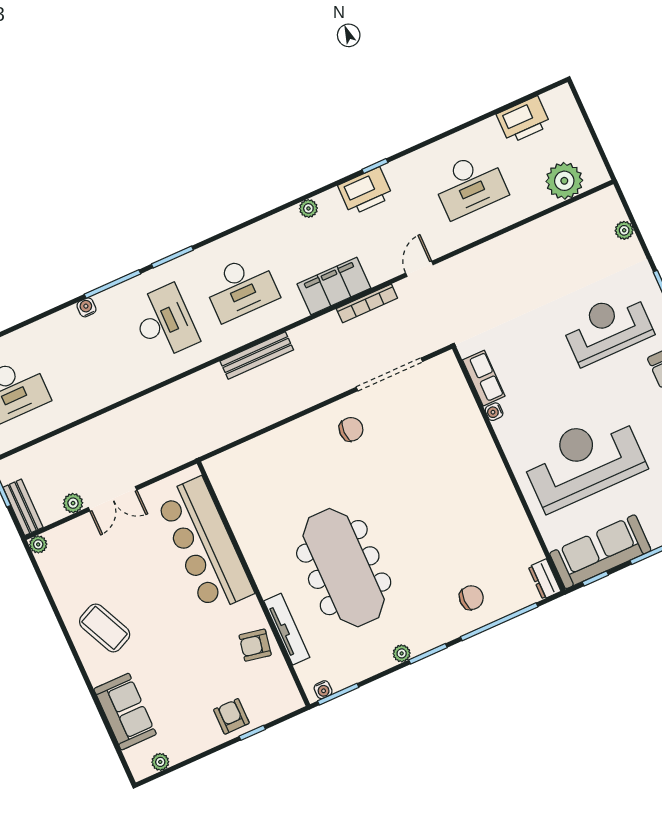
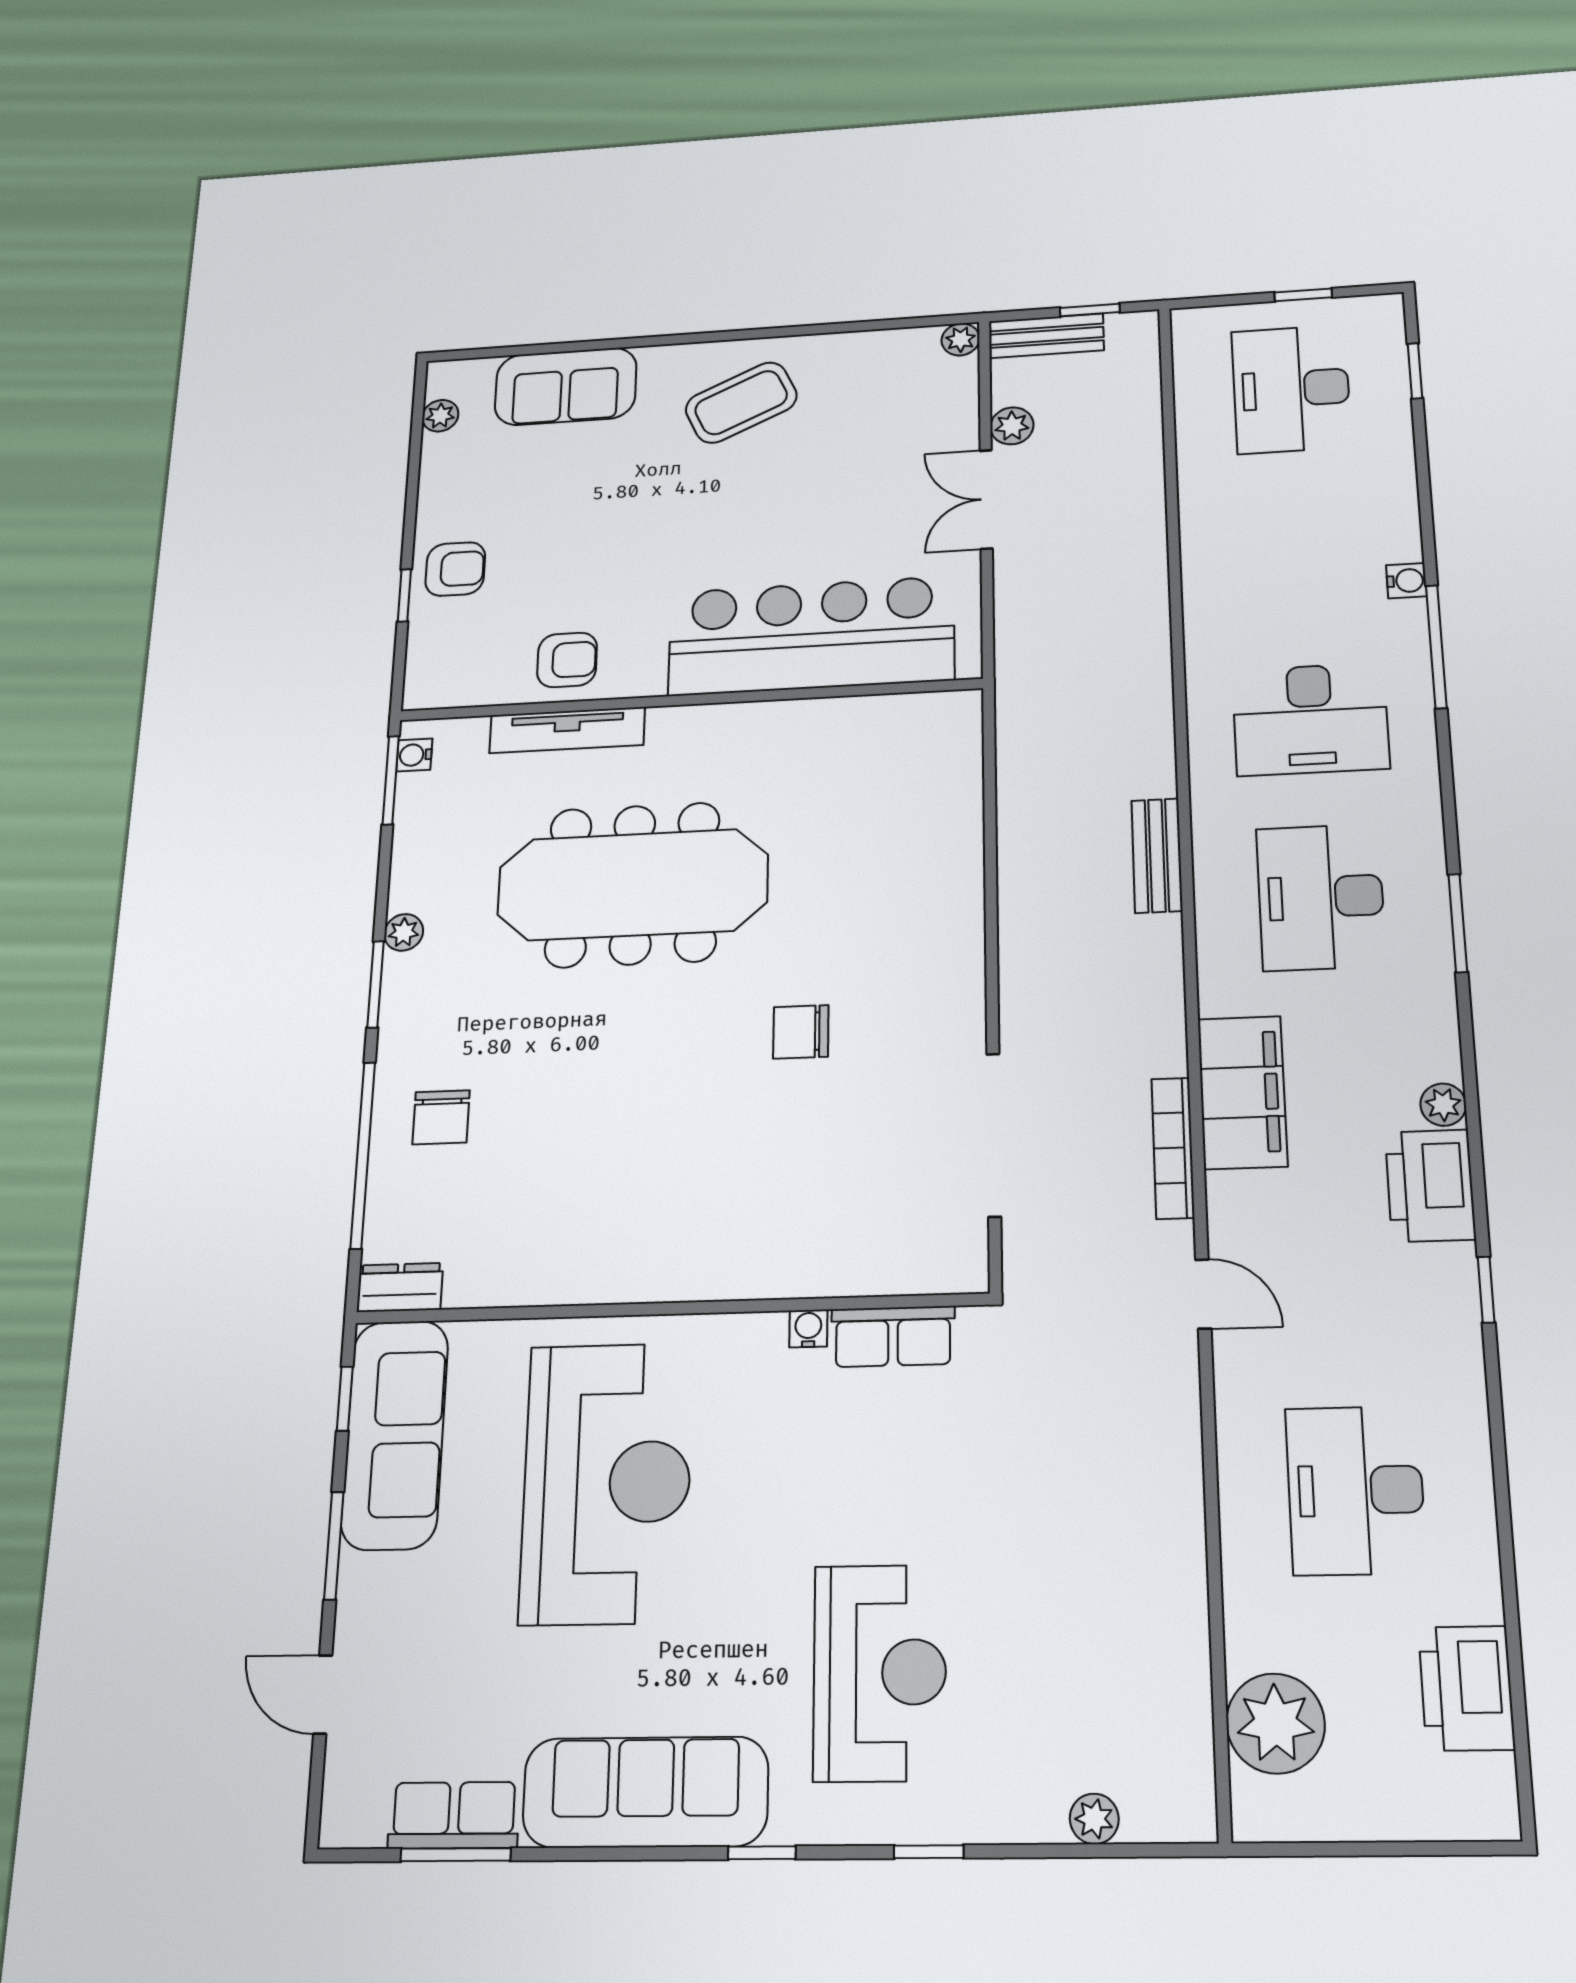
printer: (365, 191) -> (1430, 1186), moved
window: (172, 257) -> (1458, 923), moved
bench: (257, 355) -> (1157, 855), width x0.73
chair: (351, 429) -> (801, 1032), moved, turned 90
armchair: (255, 645) -> (567, 660), turned 79

